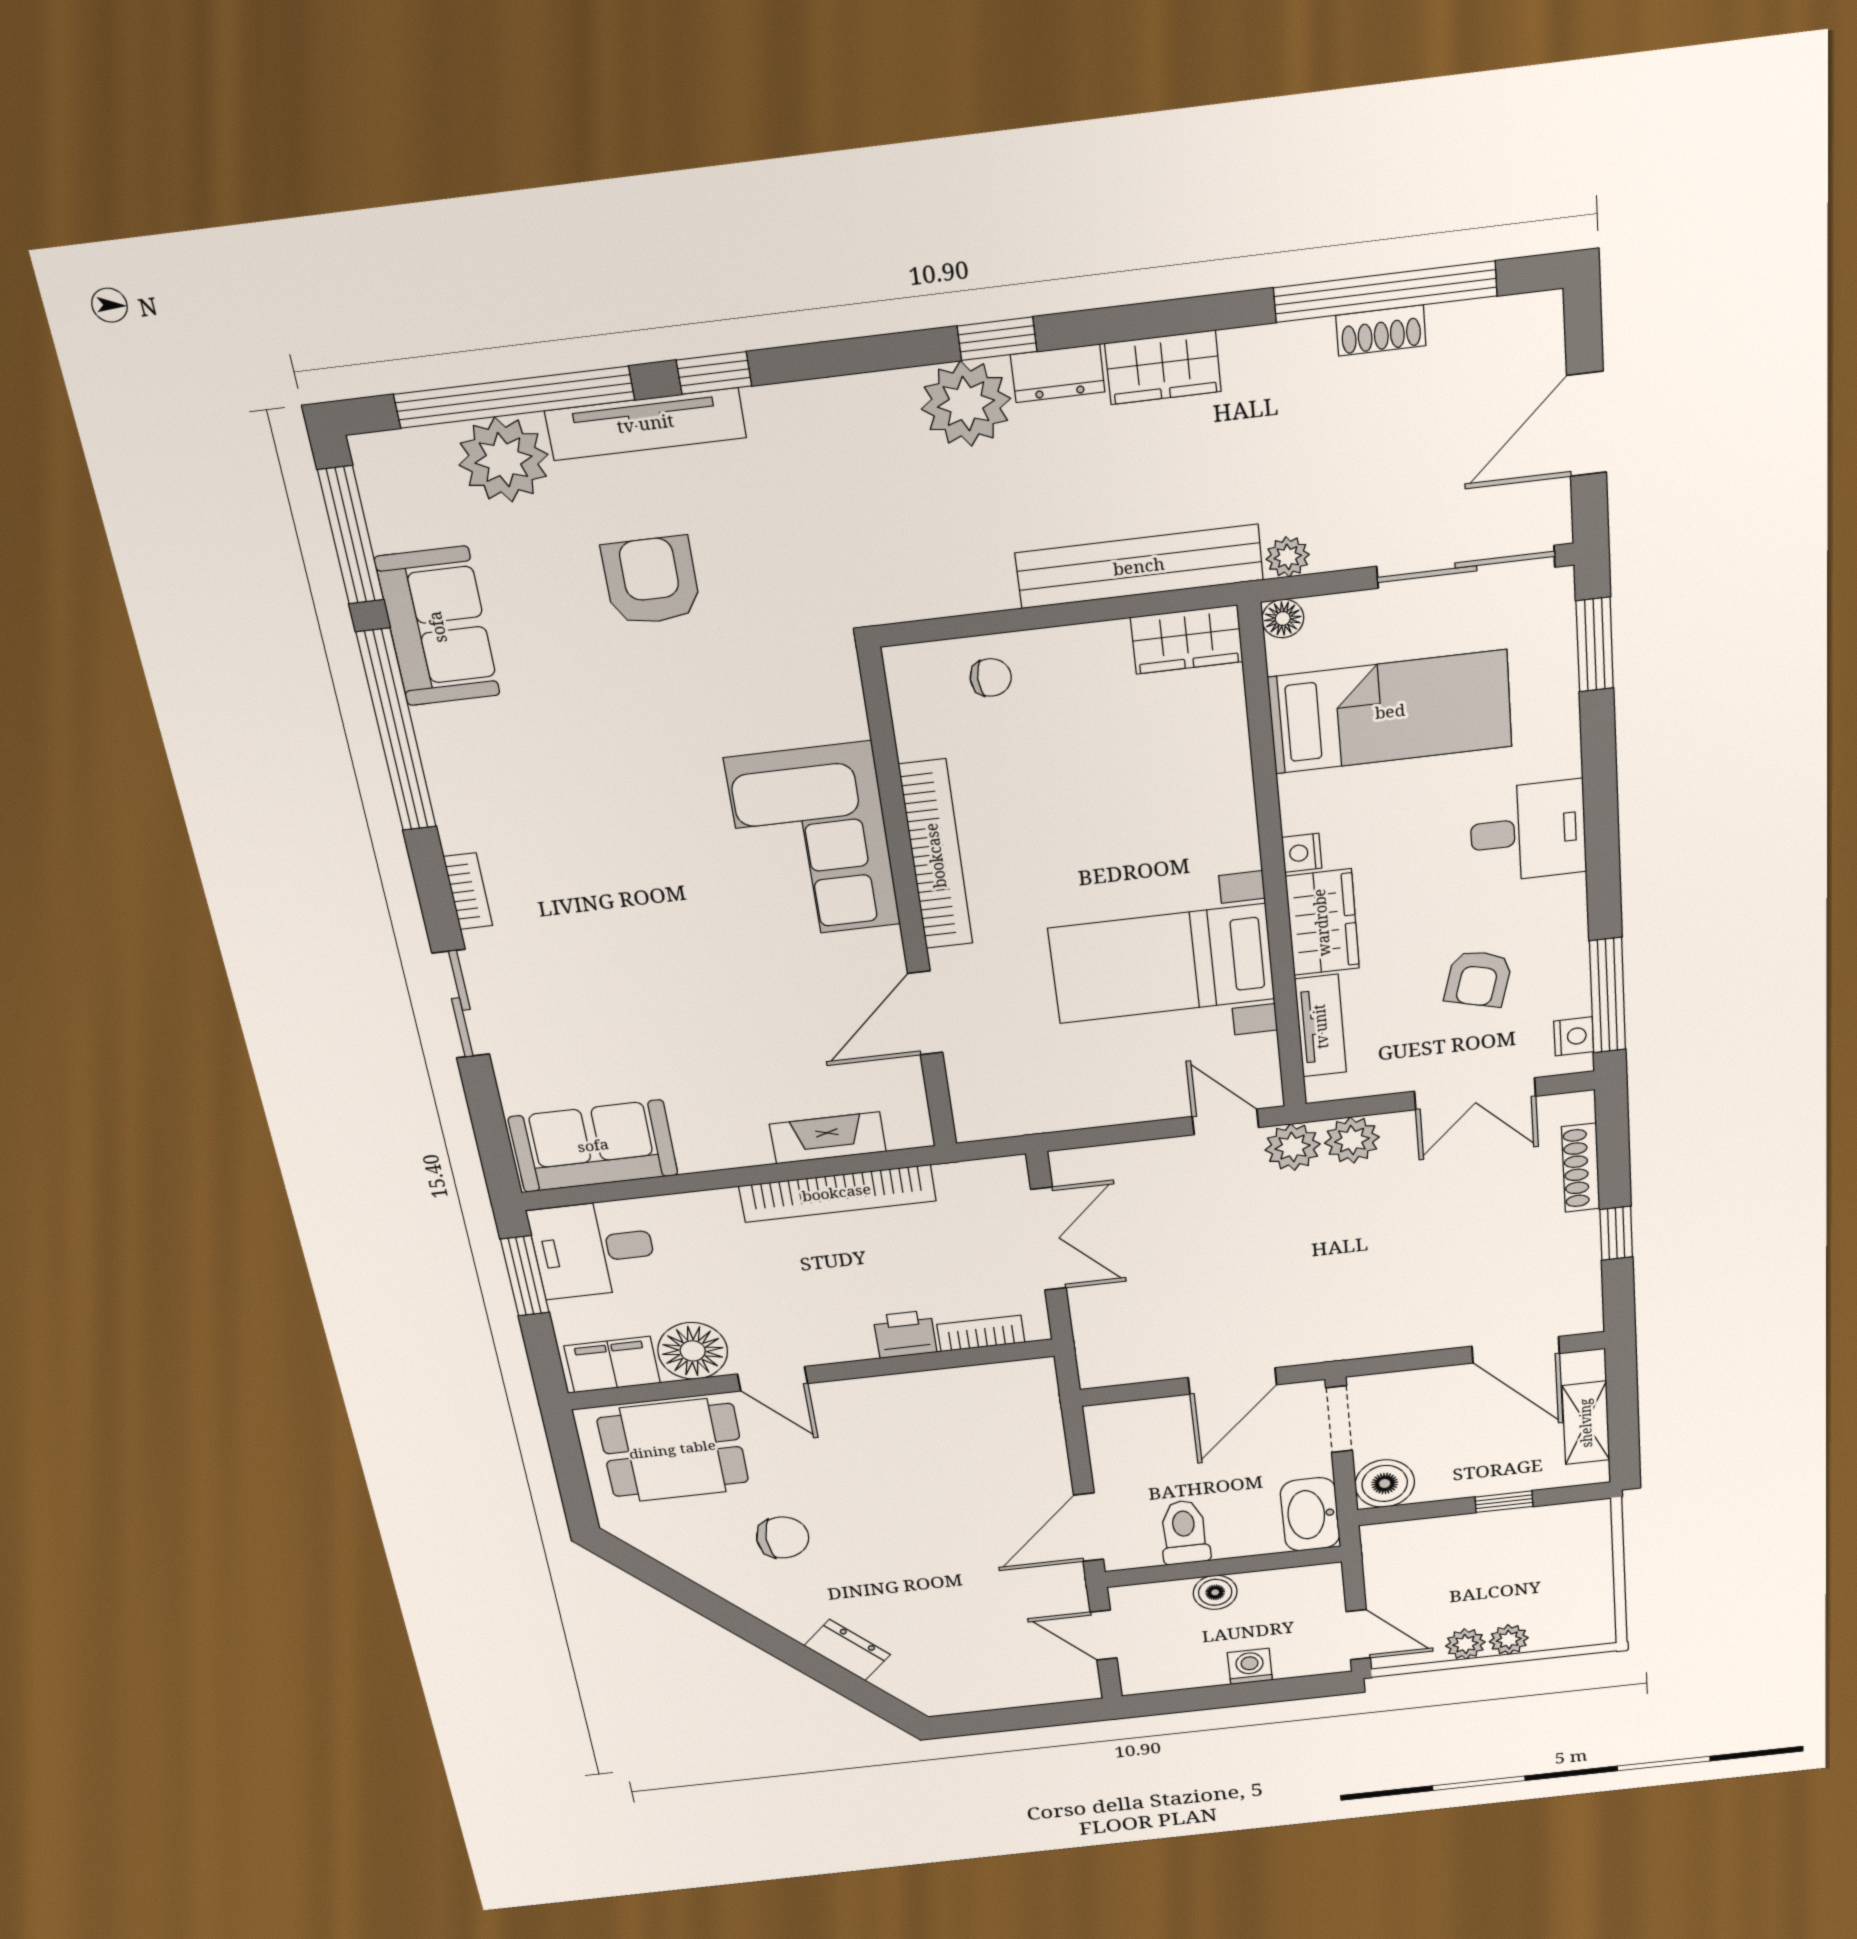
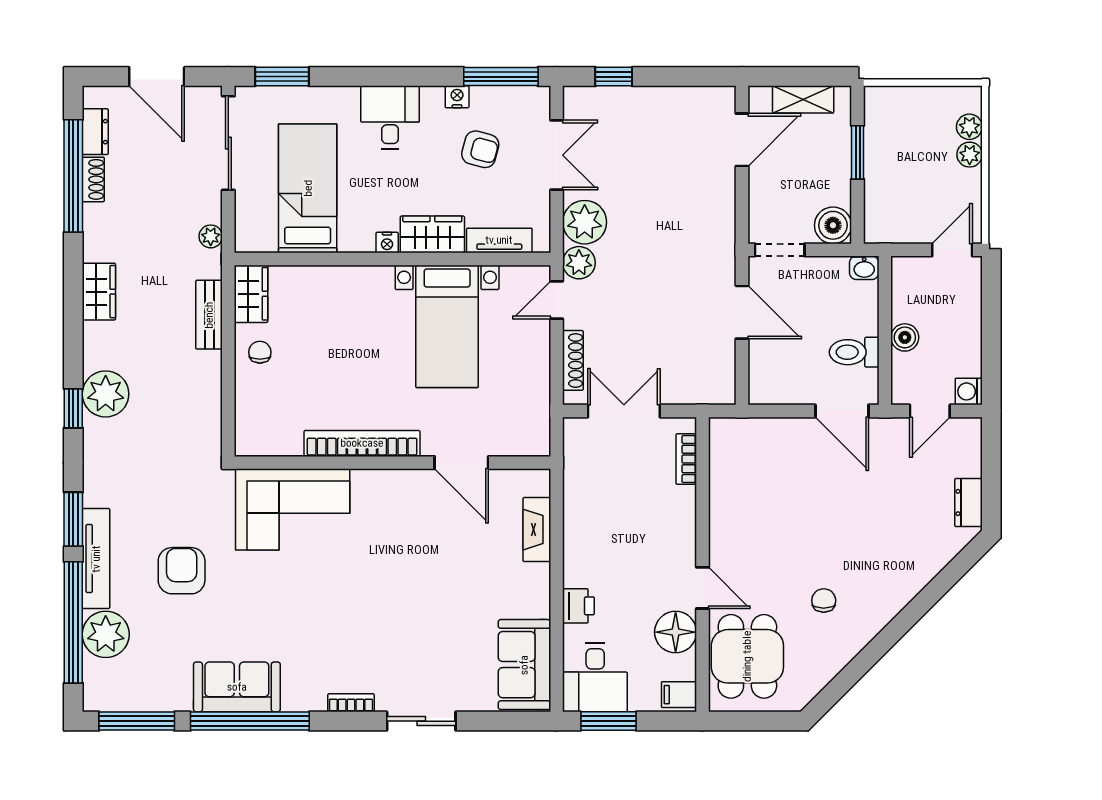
window: (997, 339) -> (73, 408), moved
window: (714, 373) -> (73, 519), width x1.50
dresser: (1058, 373) -> (95, 132), moved
bench: (1139, 567) -> (209, 315), width x0.54, depth x0.82
armchair: (651, 581) -> (182, 571), turned 90
floor lamp: (1283, 619) -> (246, 242), removed
sofa: (438, 627) -> (237, 687), moved
chair: (991, 677) -> (260, 352), moved
corner sofa: (813, 842) -> (293, 509), moved
nightstand: (1574, 1036) -> (457, 97), moved
plant: (1352, 1140) -> (585, 222), width x1.36, depth x1.36
shoe rack: (1581, 1168) -> (573, 360), moved, turned -90
bookcase: (837, 1193) -> (576, 530), removed
window: (1616, 1233) -> (614, 77), moved
printer: (905, 1334) -> (578, 606), moved, turned 180
filing cabinet: (612, 1365) -> (679, 695), width x0.50
door: (773, 1379) -> (703, 588), hinge flipped
window: (1504, 1502) -> (858, 152), width x1.50
washbasin: (1310, 1514) -> (864, 268), width x0.52, depth x0.69
chair: (783, 1537) -> (824, 600), width x0.73, depth x0.73
plant: (1465, 1644) -> (969, 127), moved
dresser: (847, 1650) -> (969, 503), moved, turned -45
washing machine: (1250, 1666) -> (969, 391), moved

